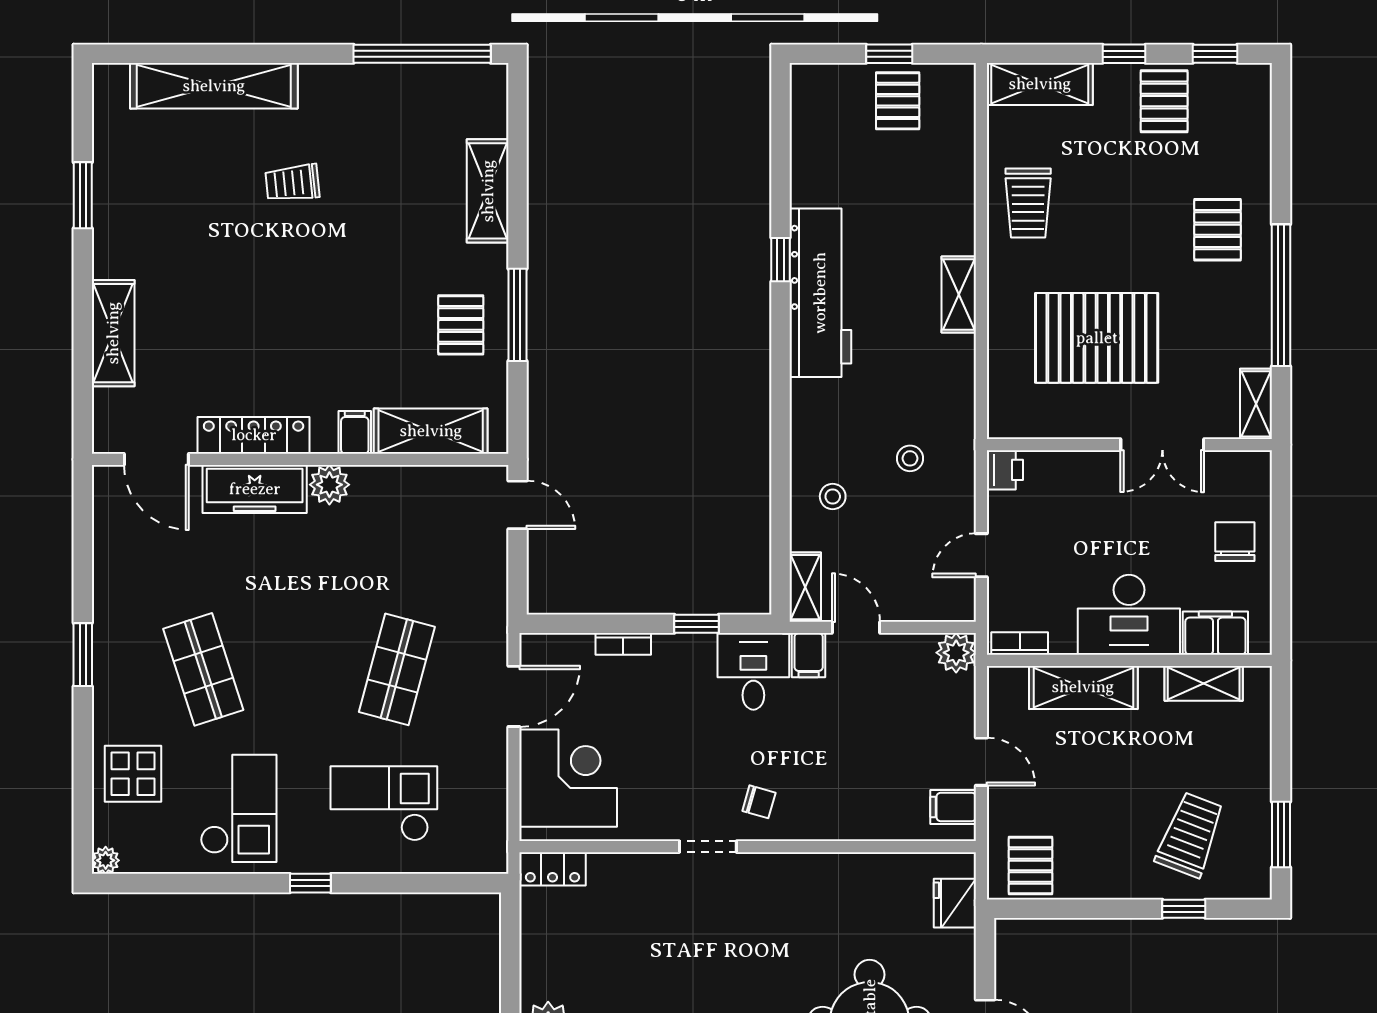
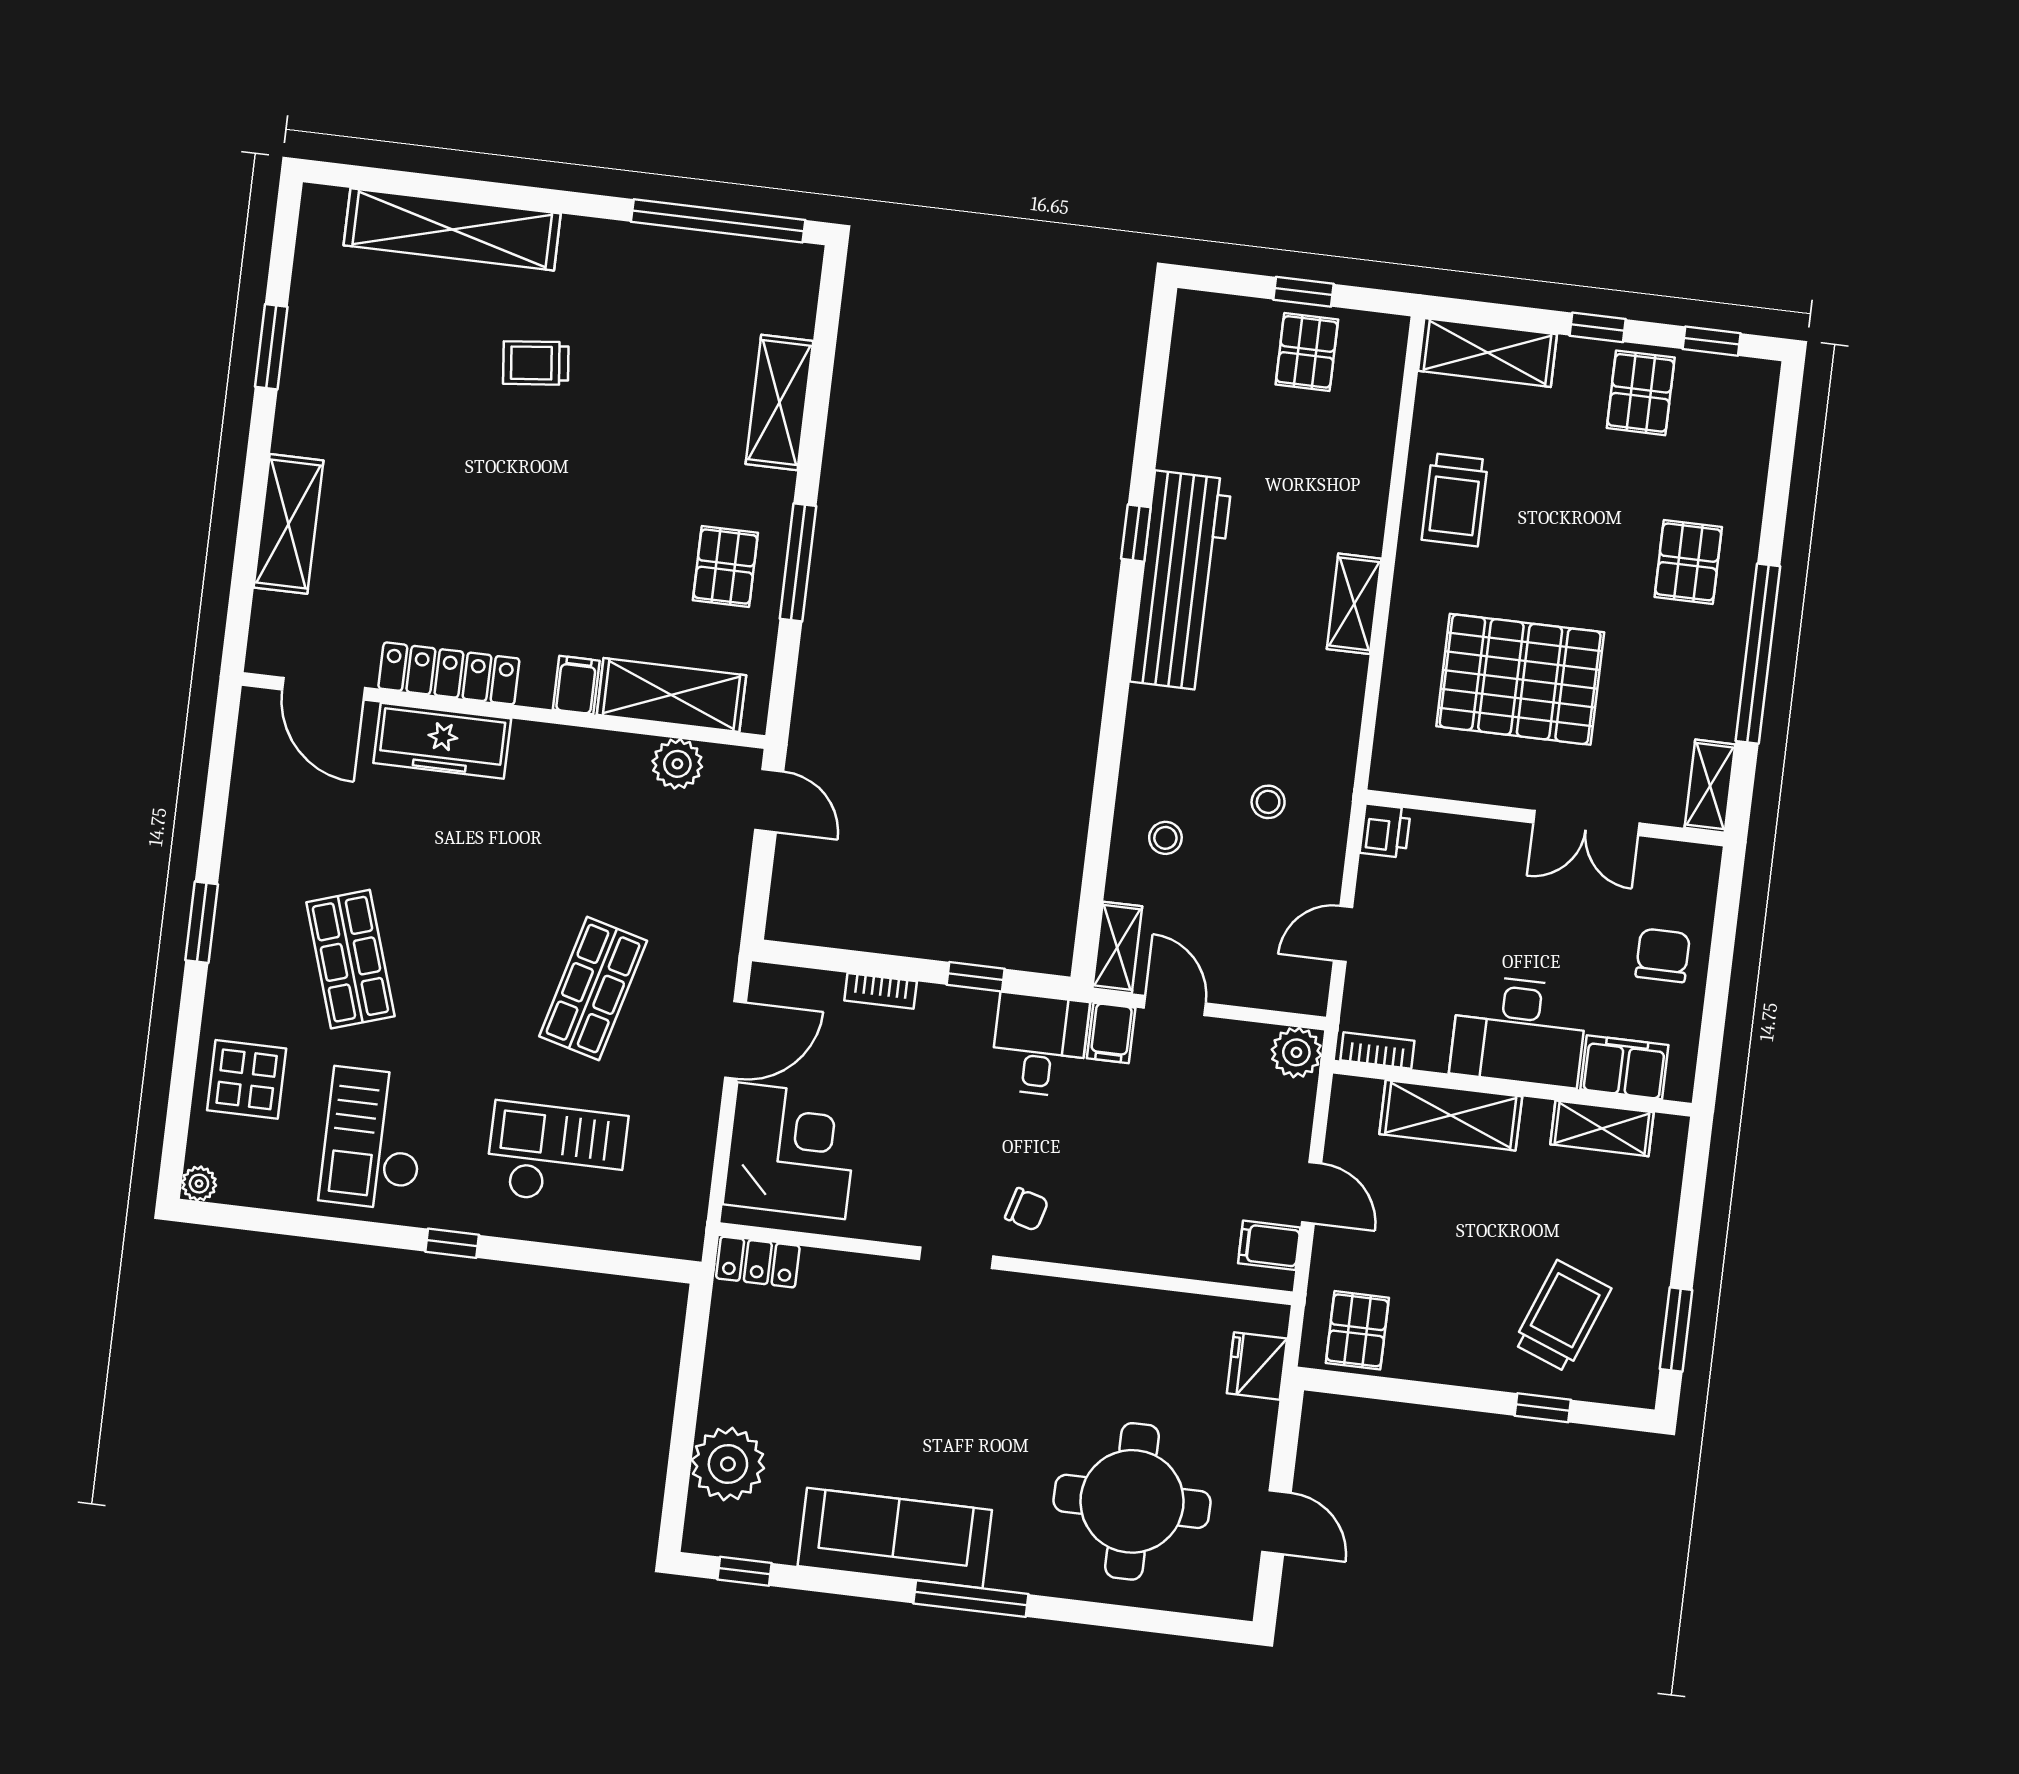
plant: (329, 485) -> (677, 764), moved
checkout: (239, 808) -> (374, 1139), turned 180

